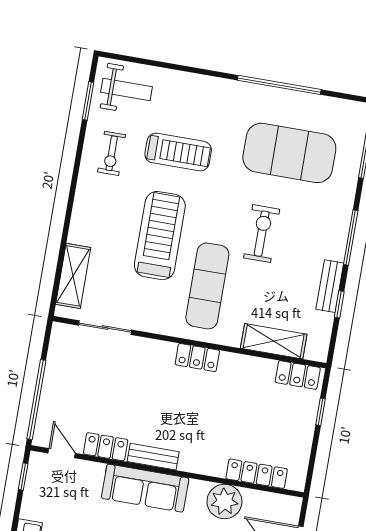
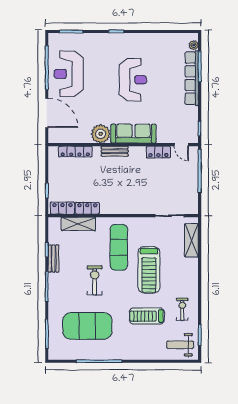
exercise bike: (262, 234) -> (95, 280), turned 180
locker: (197, 357) -> (87, 208), moved
bench: (153, 457) -> (115, 151), moved
plant: (224, 502) -> (101, 134), moved

